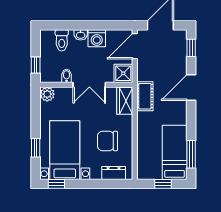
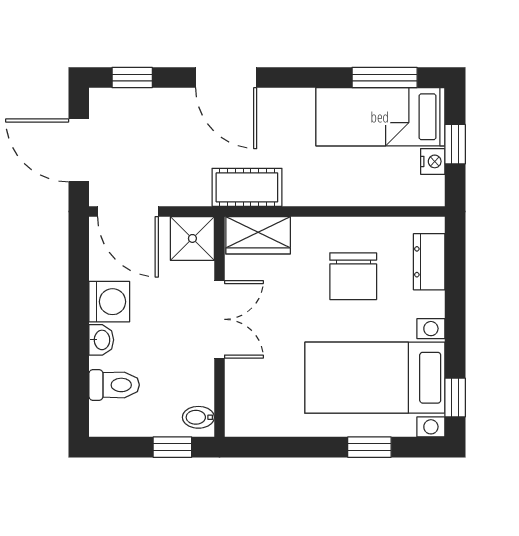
bidet: (67, 76) -> (198, 417), moved
plant: (47, 94) -> (242, 420), removed
nightstand: (156, 174) -> (433, 161), added

